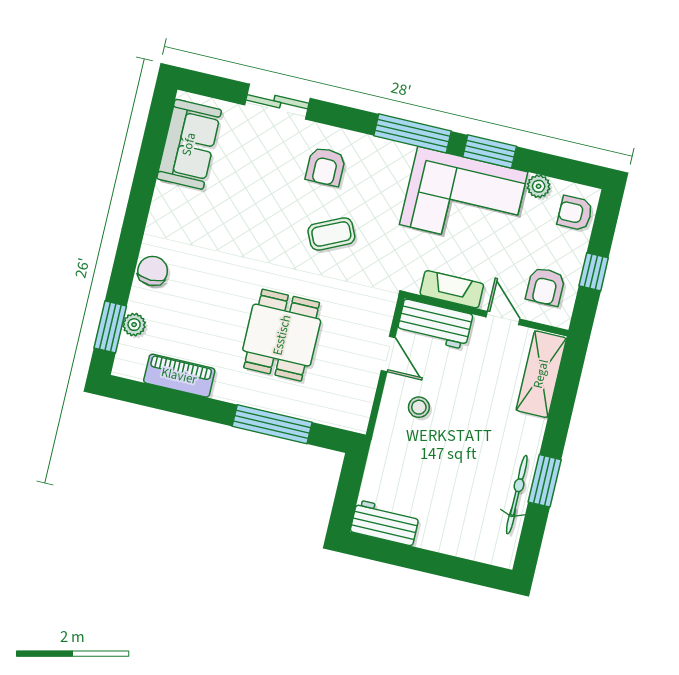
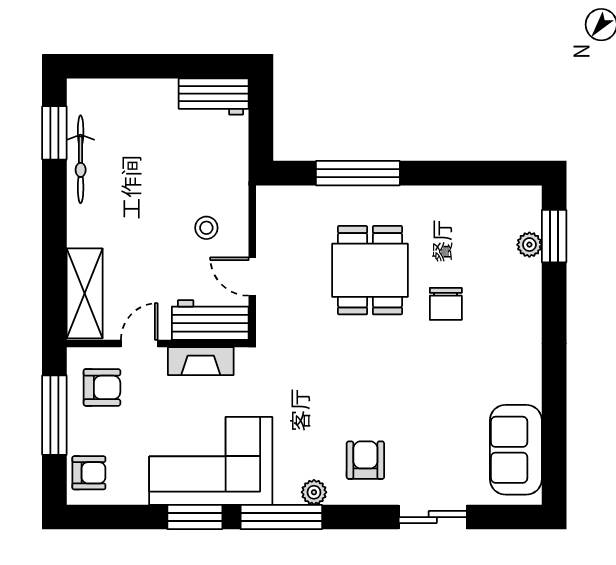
plant: (539, 186) -> (314, 492), moved
coffee table: (331, 234) -> (342, 390), removed
chair: (153, 271) -> (446, 304), moved
window: (594, 272) -> (54, 415), width x2.17
armchair: (545, 287) -> (102, 387), turned 90
door: (503, 318) -> (139, 344), swing flipped
piano: (179, 376) -> (469, 202), removed
window: (545, 481) -> (54, 133), moved

